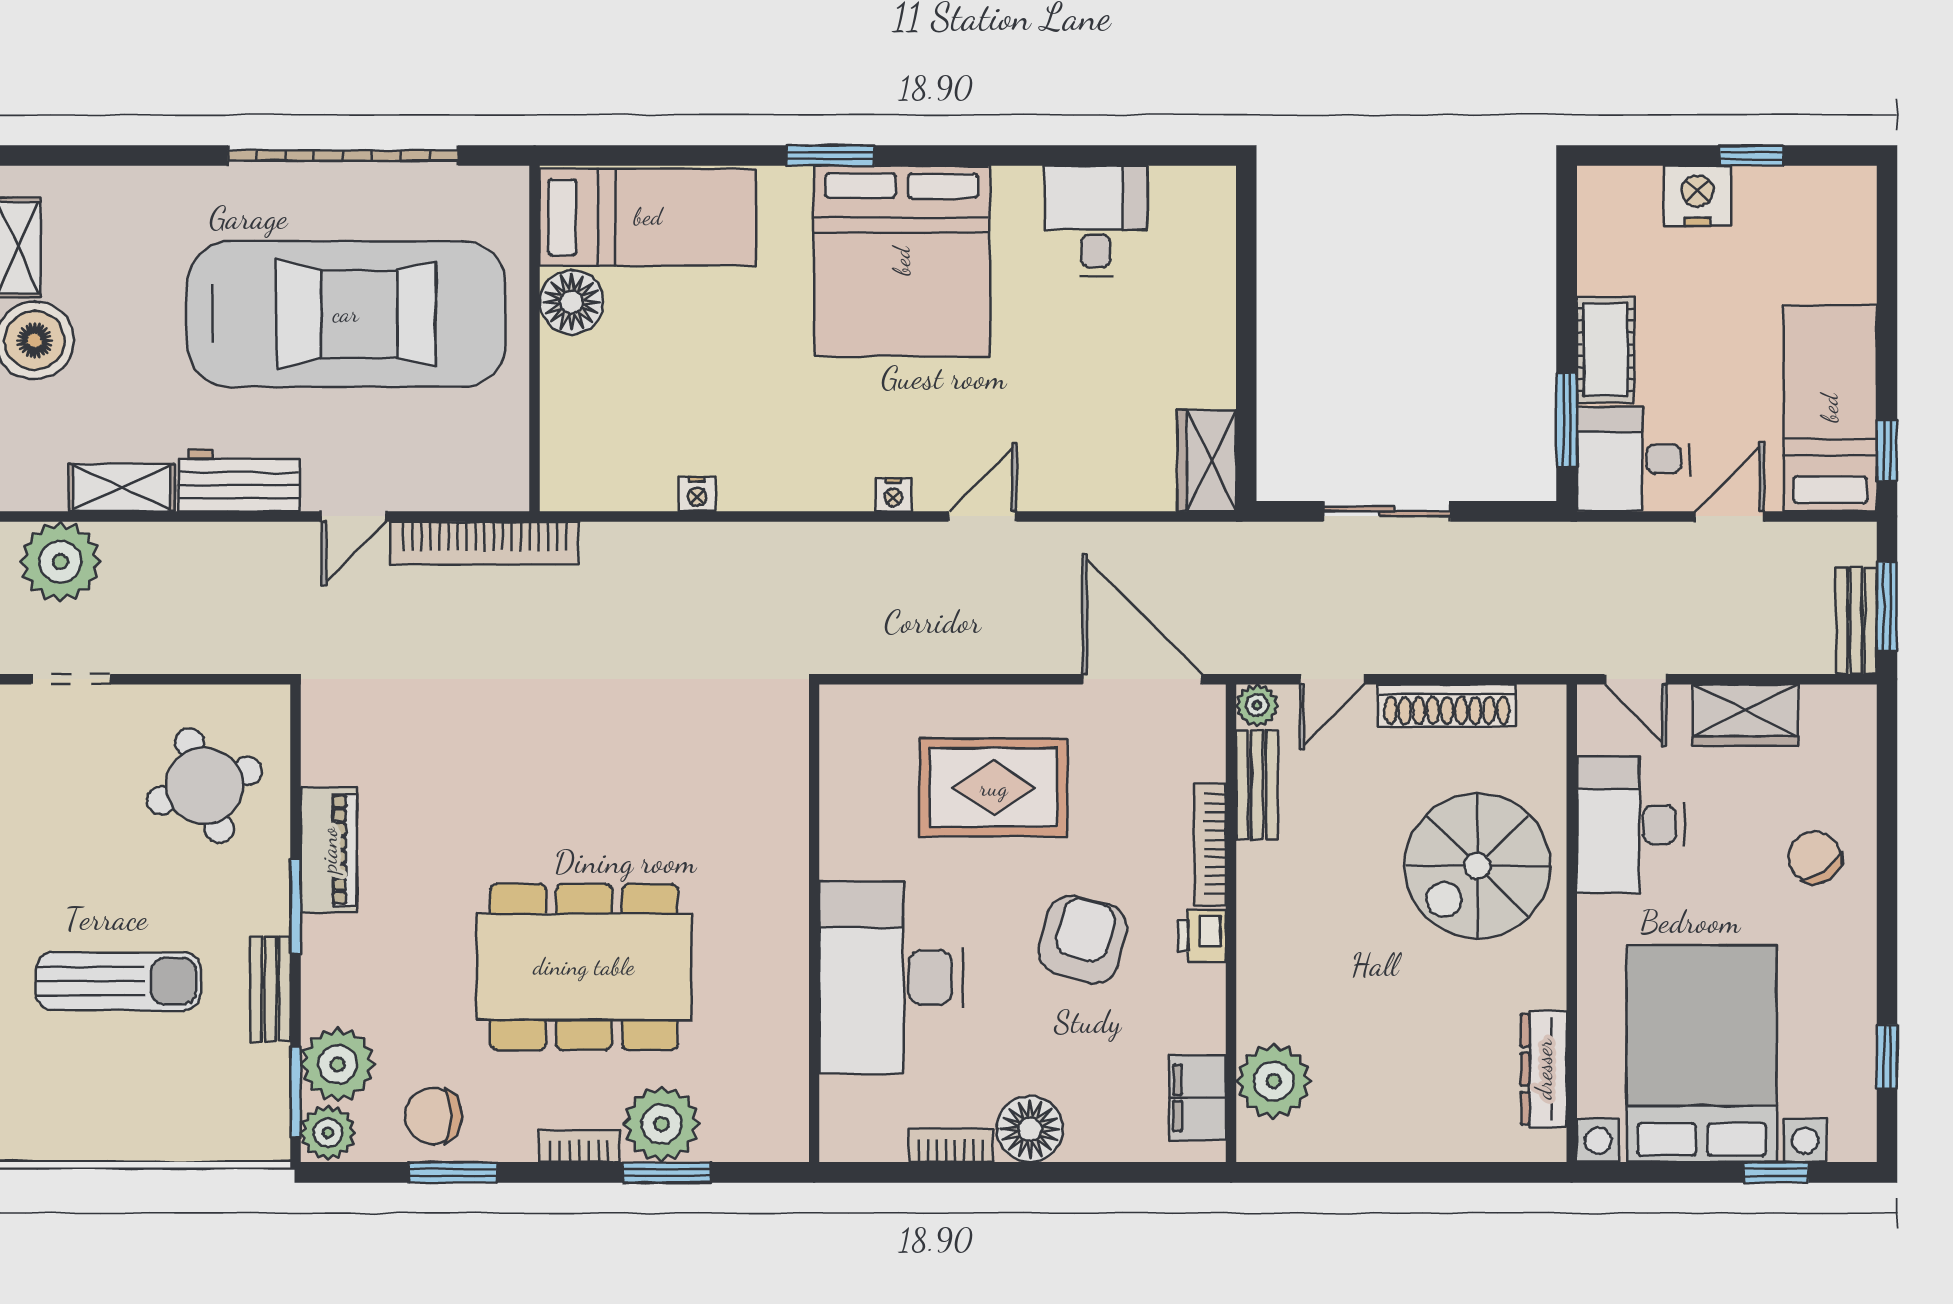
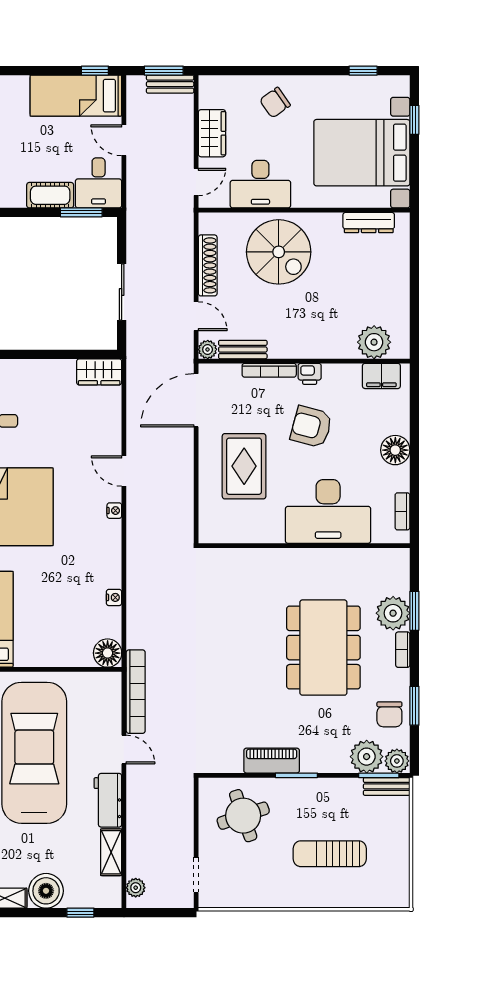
floor lamp: (572, 302) -> (108, 653), moved
plant: (60, 562) -> (136, 888), width x0.53, depth x0.53
sun lounger: (118, 981) -> (330, 854), turned -90
bench: (270, 989) -> (387, 786), moved
bookcase: (951, 1145) -> (402, 511), moved

